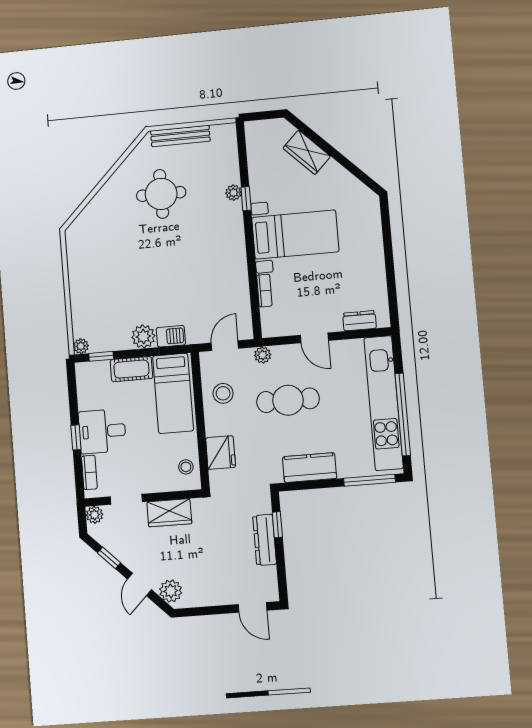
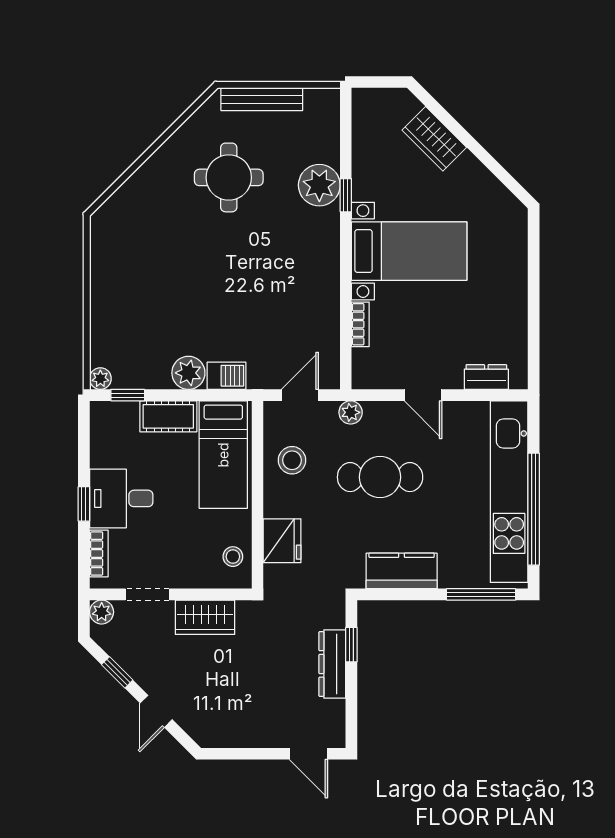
plant: (233, 193) -> (319, 185), width x1.88, depth x1.88
plant: (171, 591) -> (199, 723), removed

